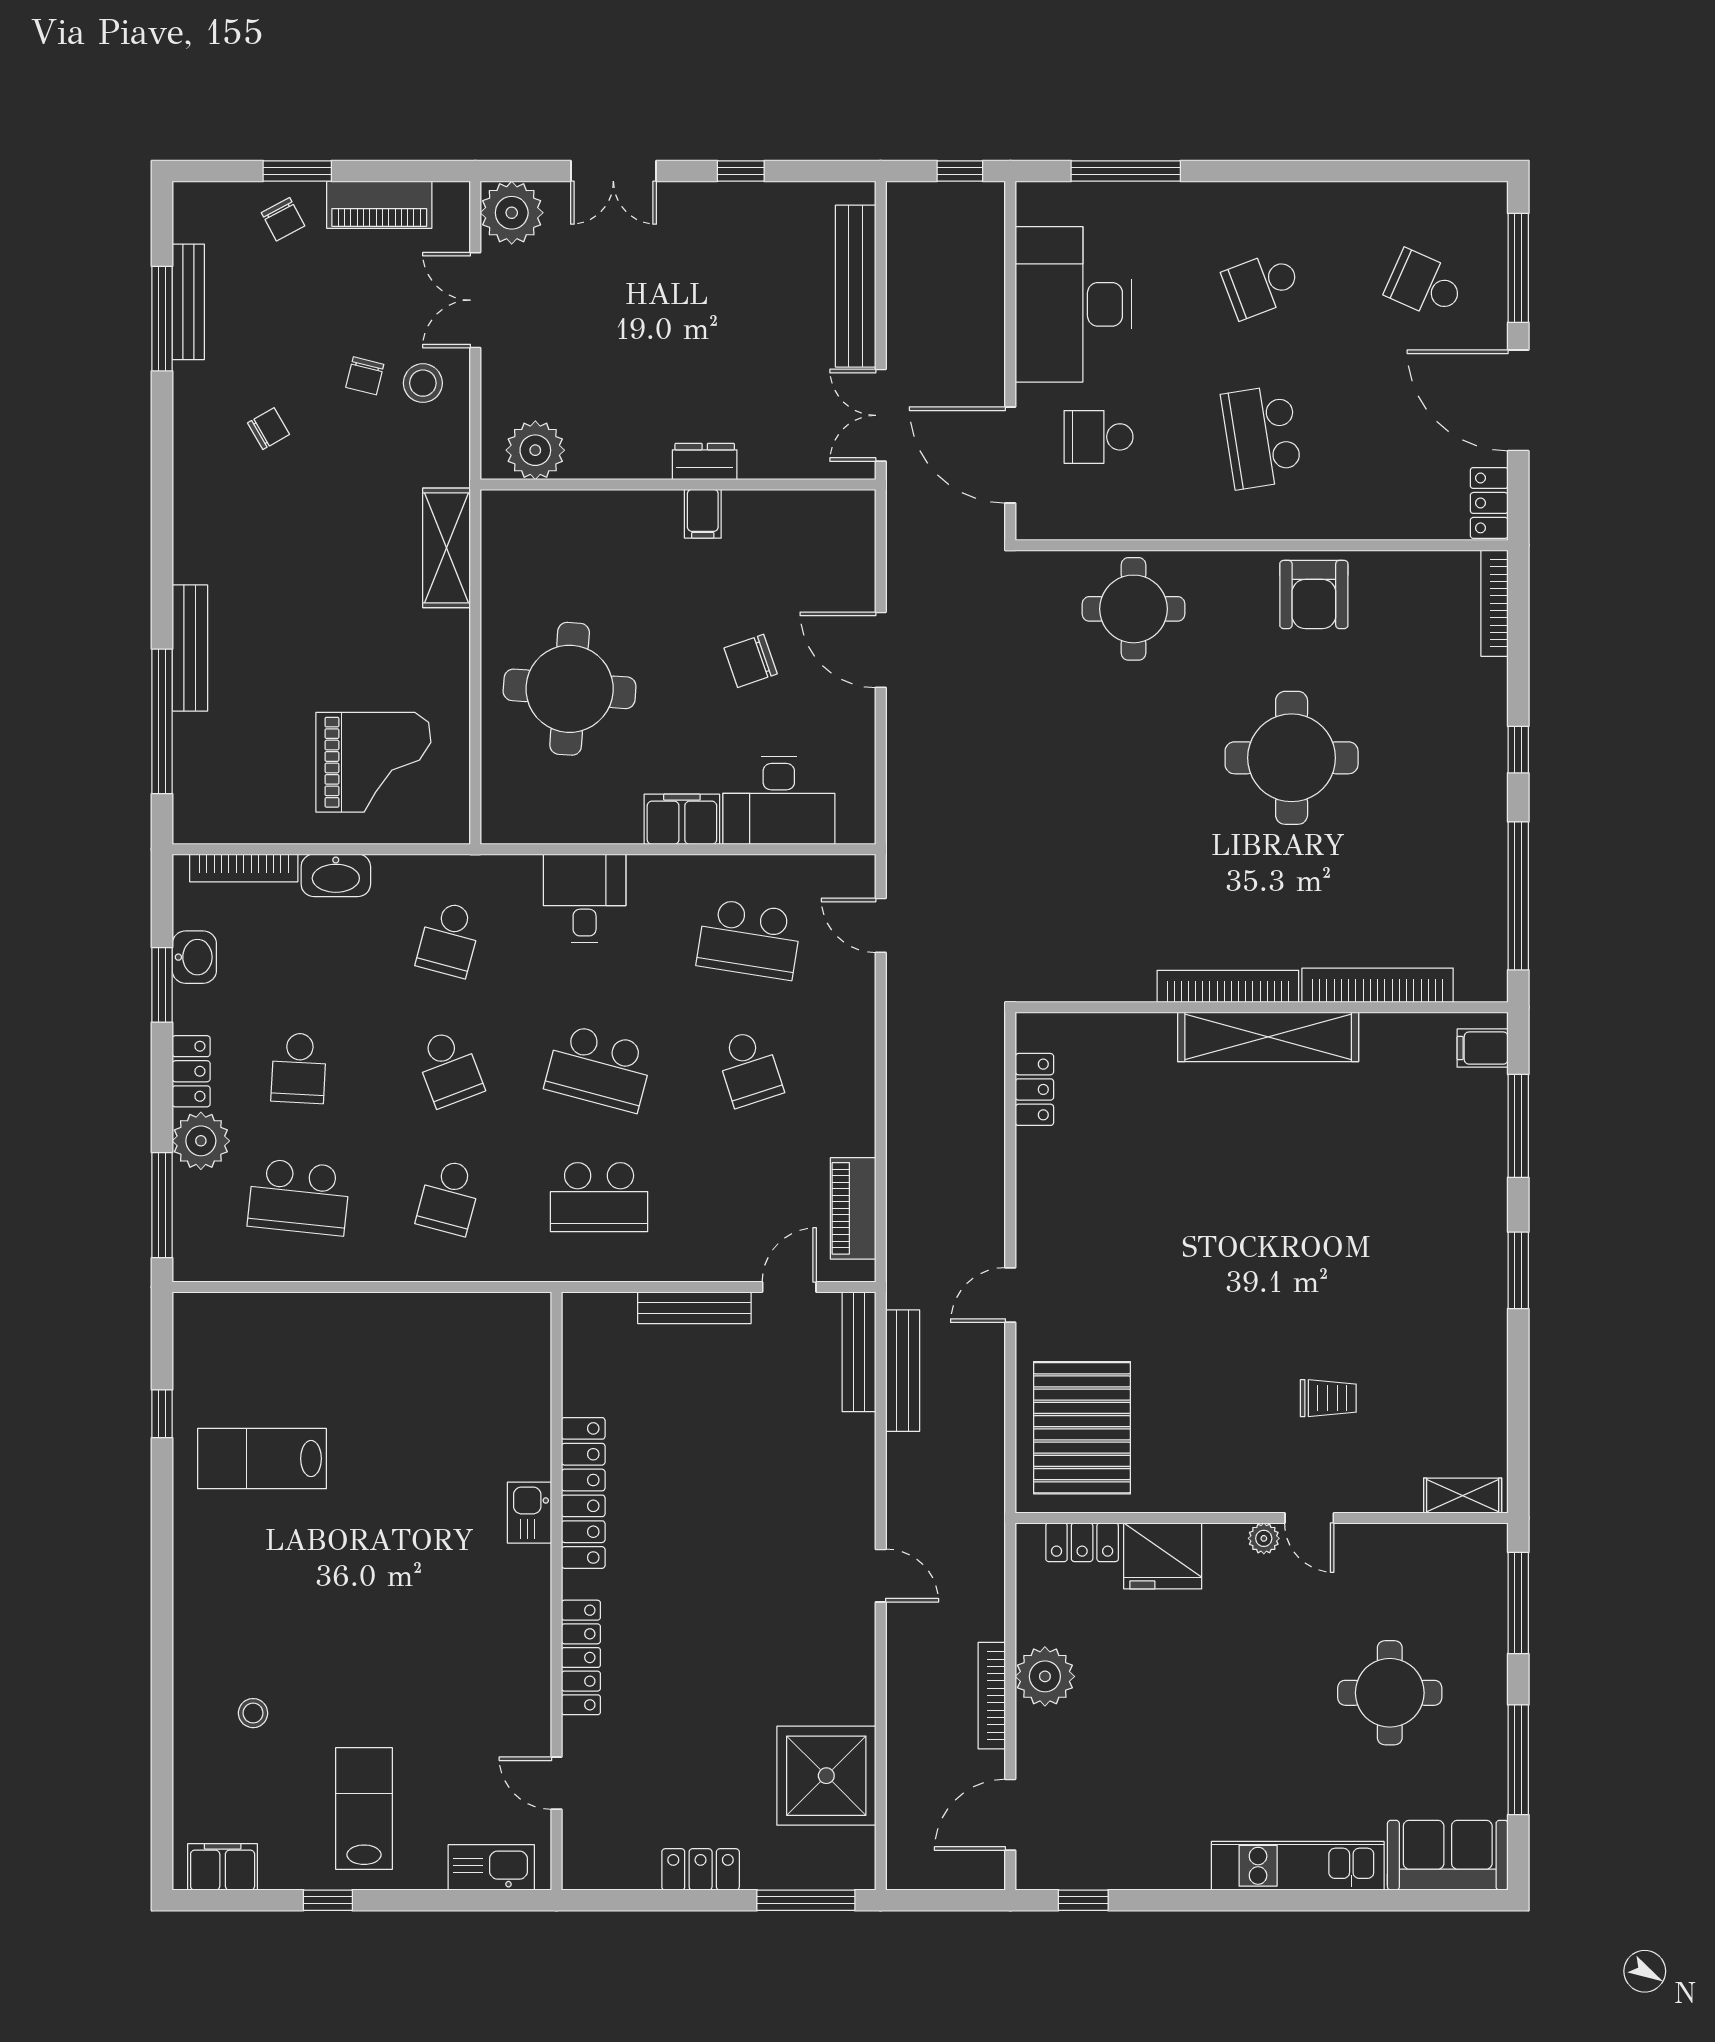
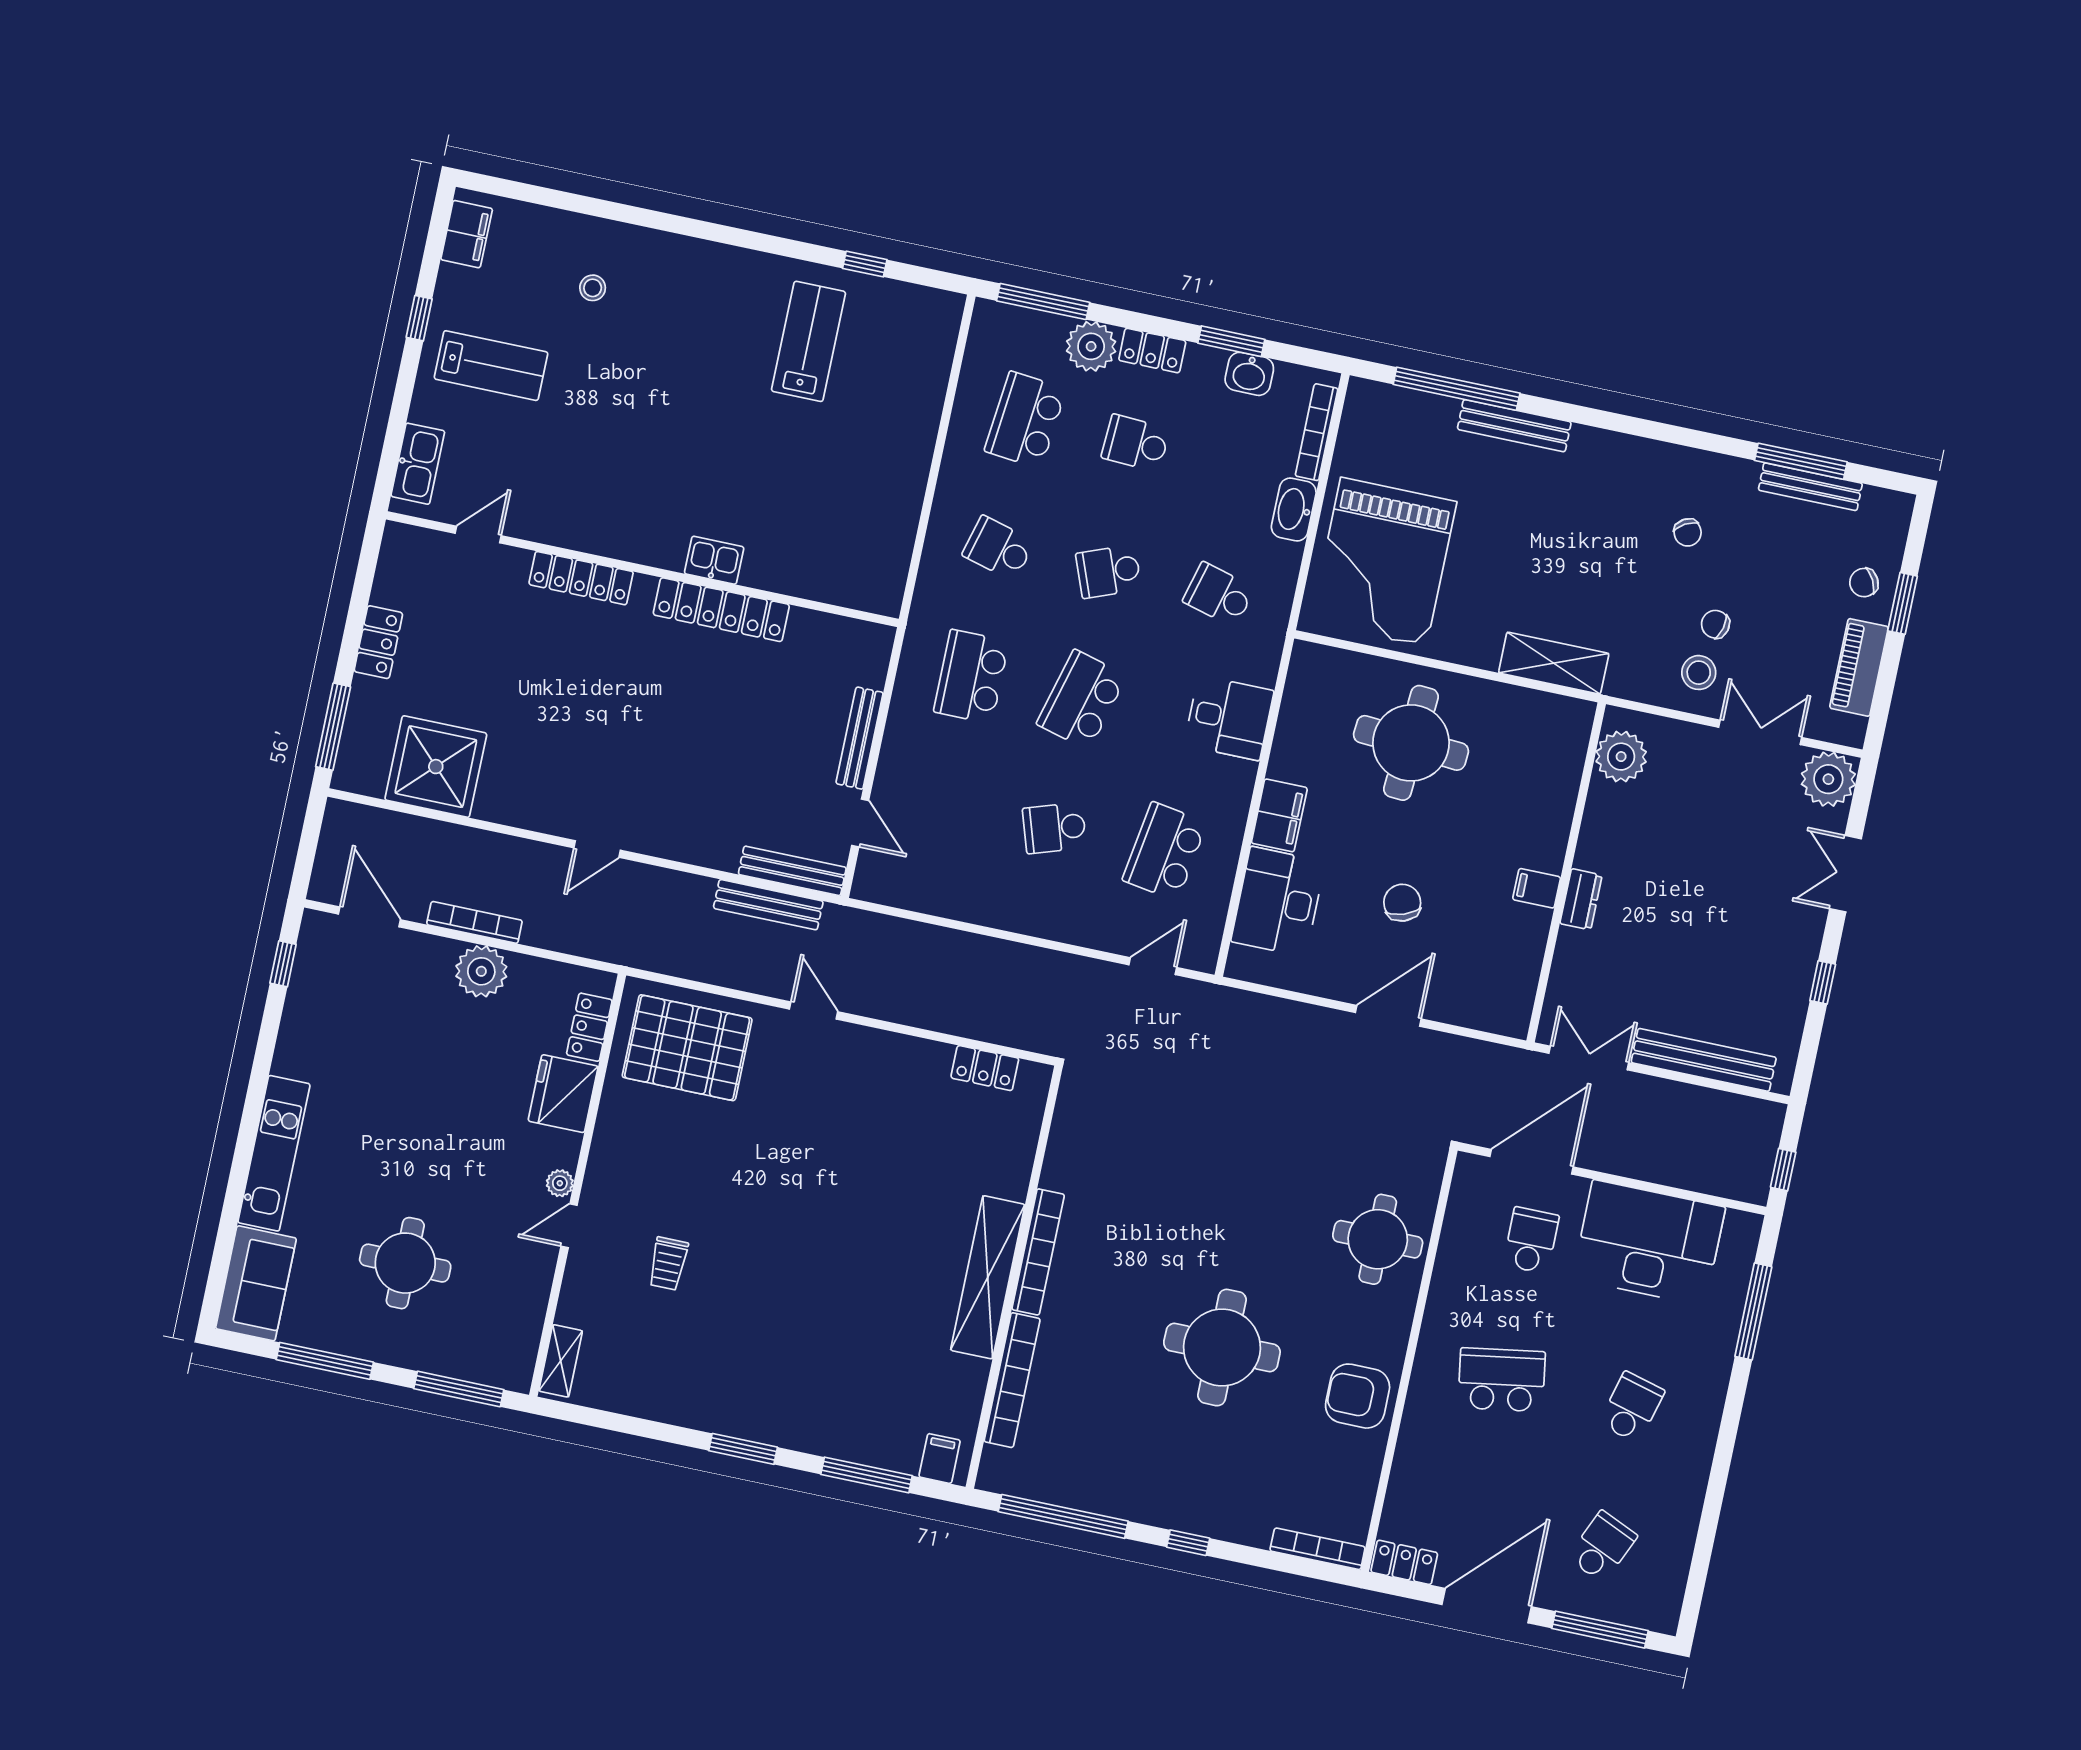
school desk: (1262, 285) -> (1632, 1407), turned 36
grand piano: (373, 762) -> (1384, 562), width x1.37, depth x1.48
piano: (853, 1208) -> (916, 892), removed

